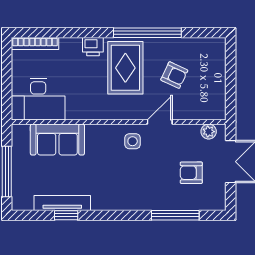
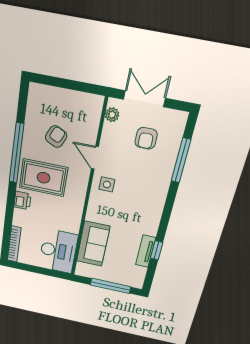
tv unit: (62, 203) -> (146, 251), width x0.71

